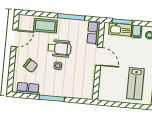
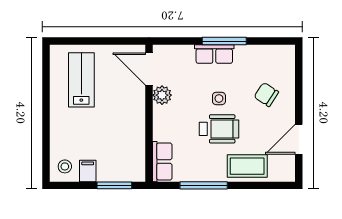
kitchen sink: (120, 29) -> (117, 172), removed
wheelchair: (59, 48) -> (219, 129), turned 180
door: (99, 56) -> (149, 69), moved
plant: (90, 71) -> (162, 95), added
row of seats: (28, 89) -> (214, 54), moved

